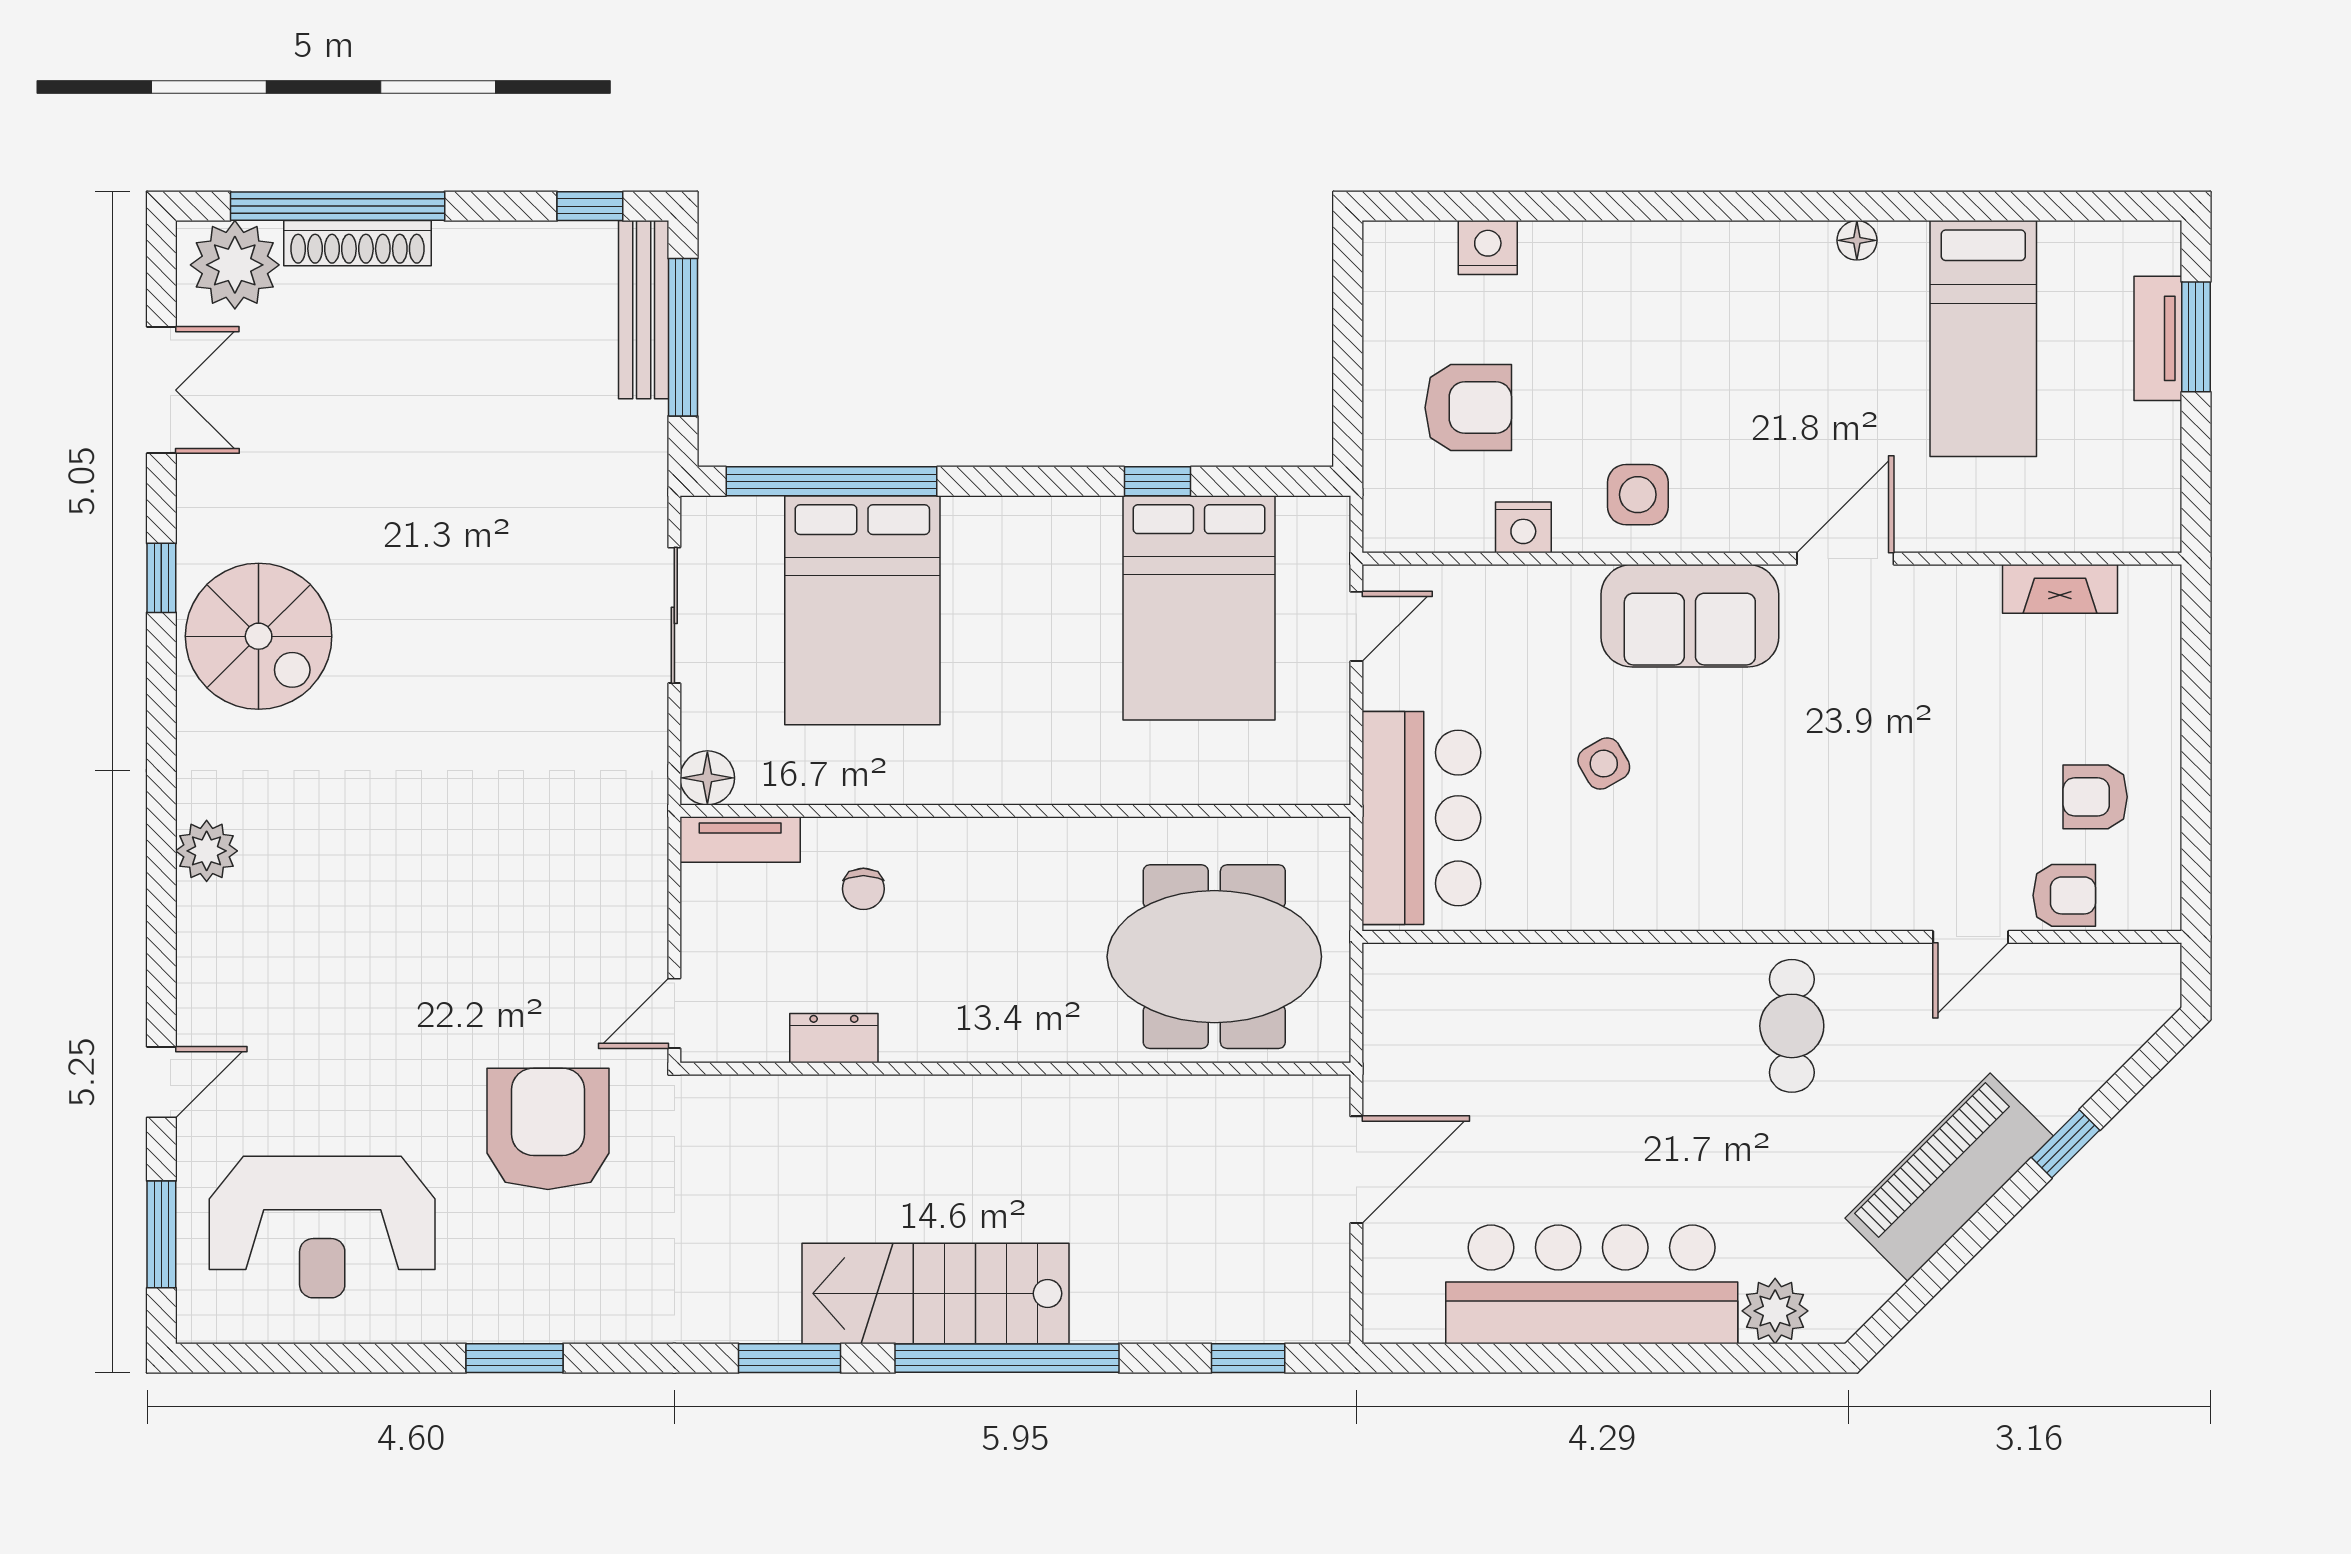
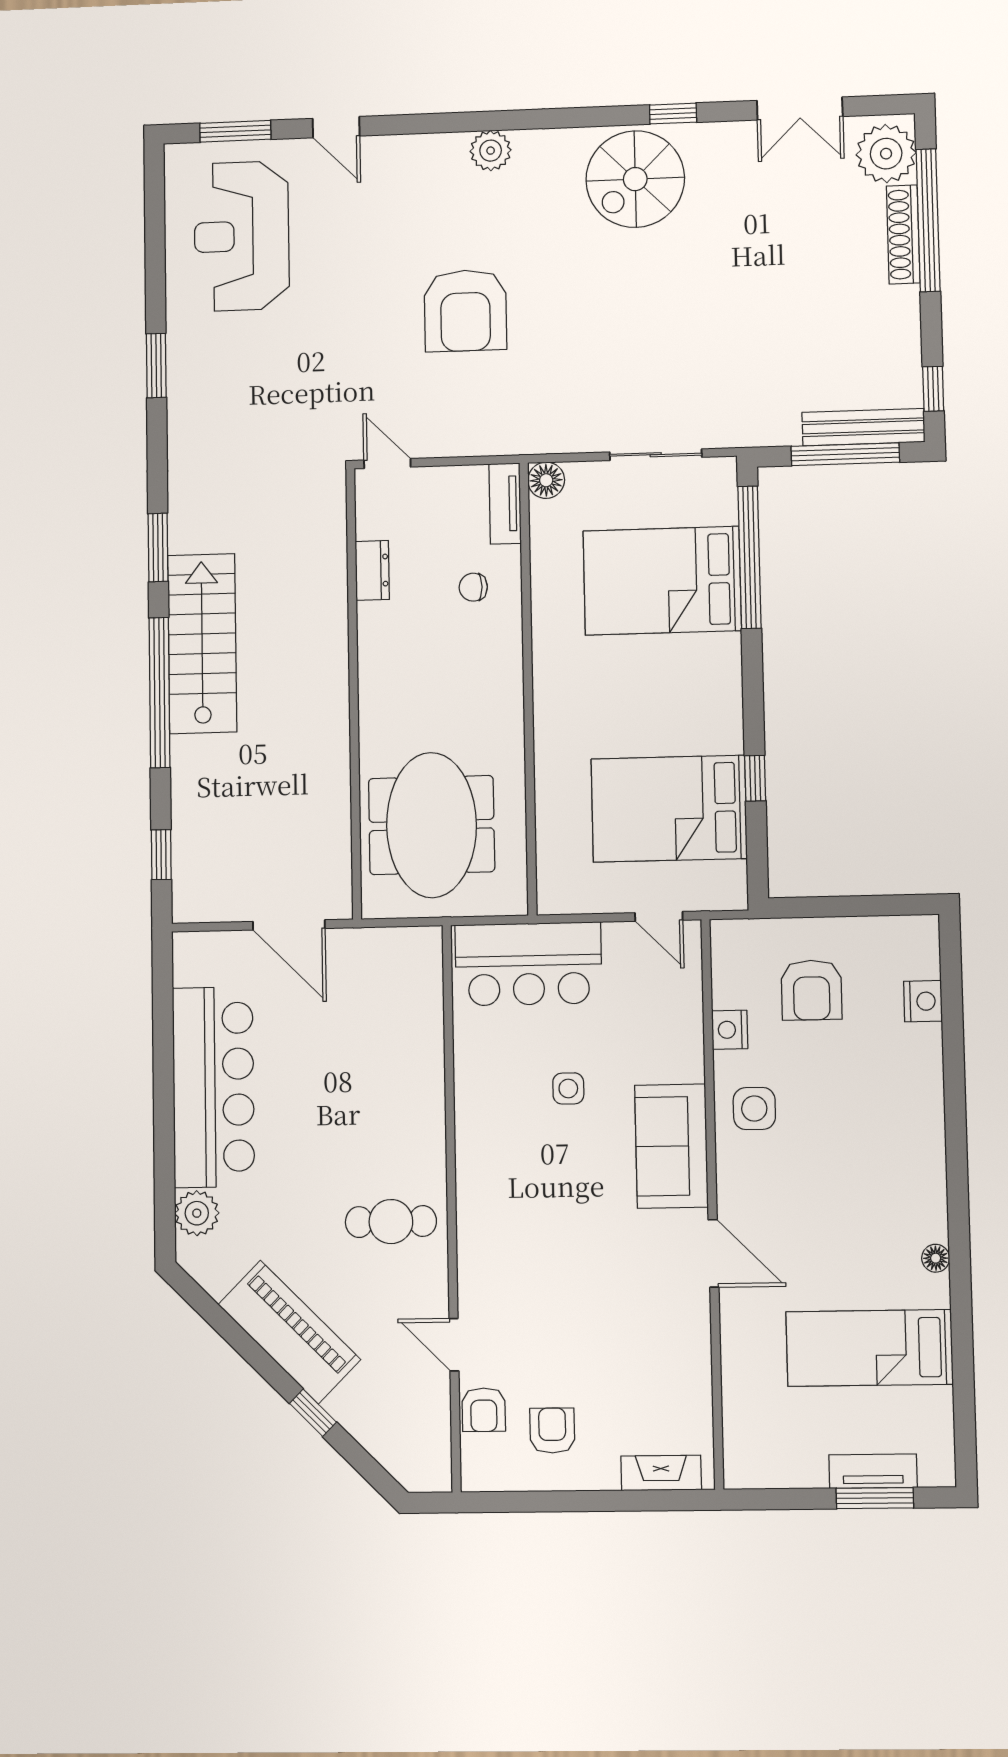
fireplace: (2060, 589) -> (661, 1473), moved, turned 90
side table: (1604, 764) -> (568, 1088), turned 30
armchair: (548, 1129) -> (465, 311), moved, turned 90

